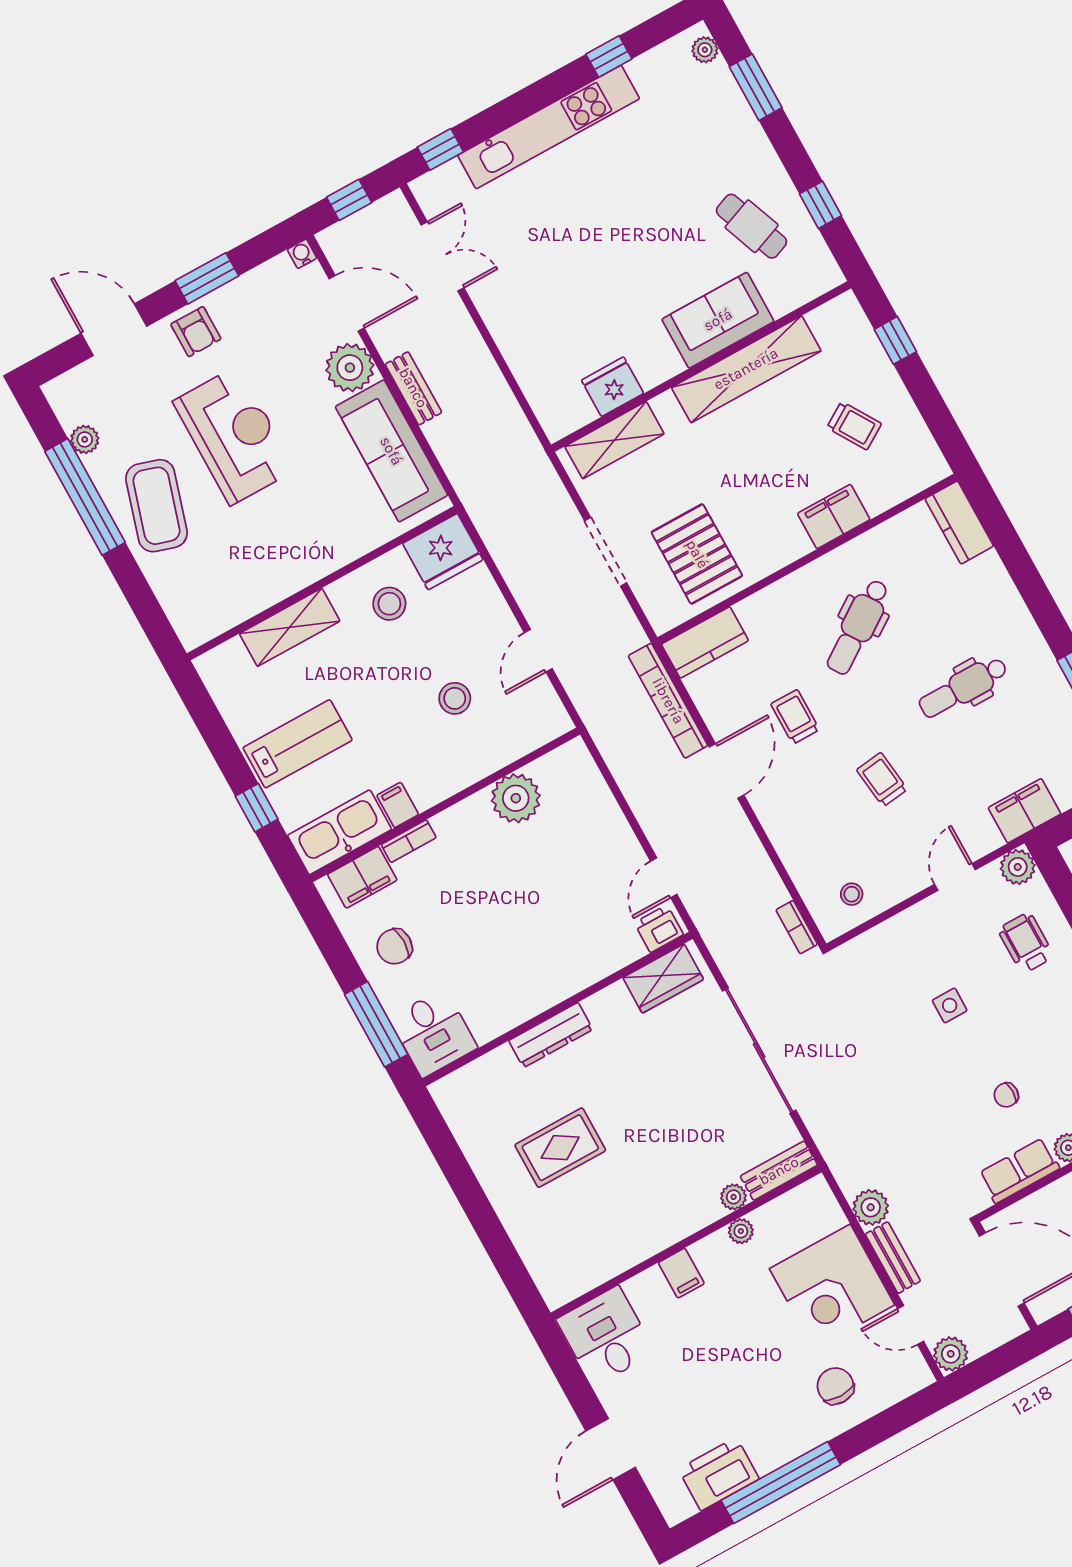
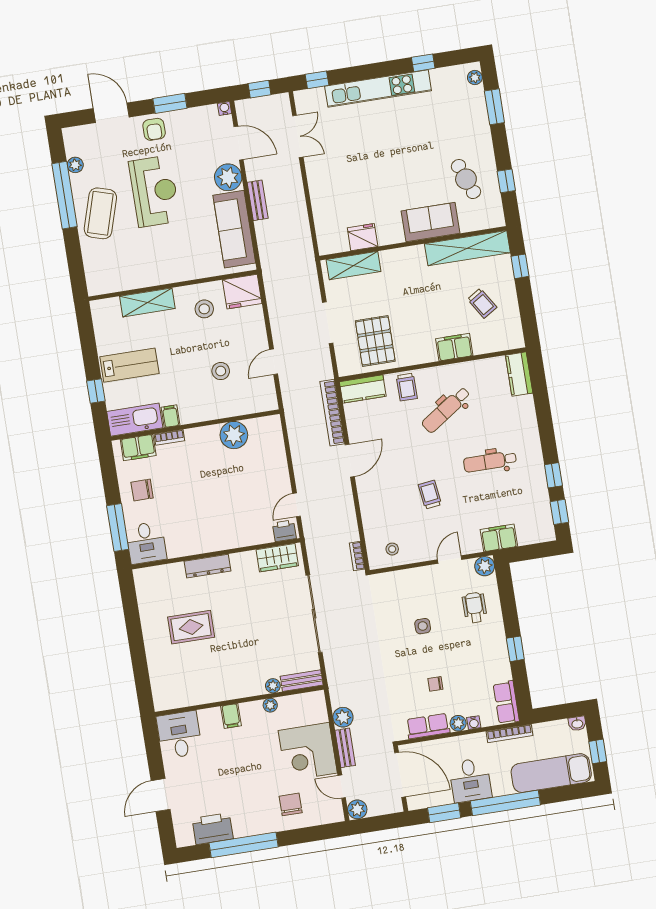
shelving: (746, 369) -> (467, 248), moved
trolley: (795, 717) -> (407, 387), moved, turned 180

